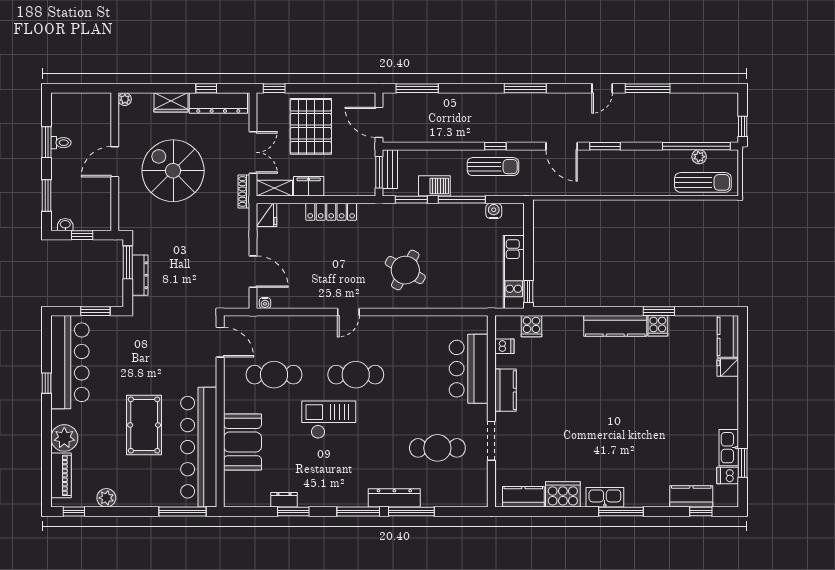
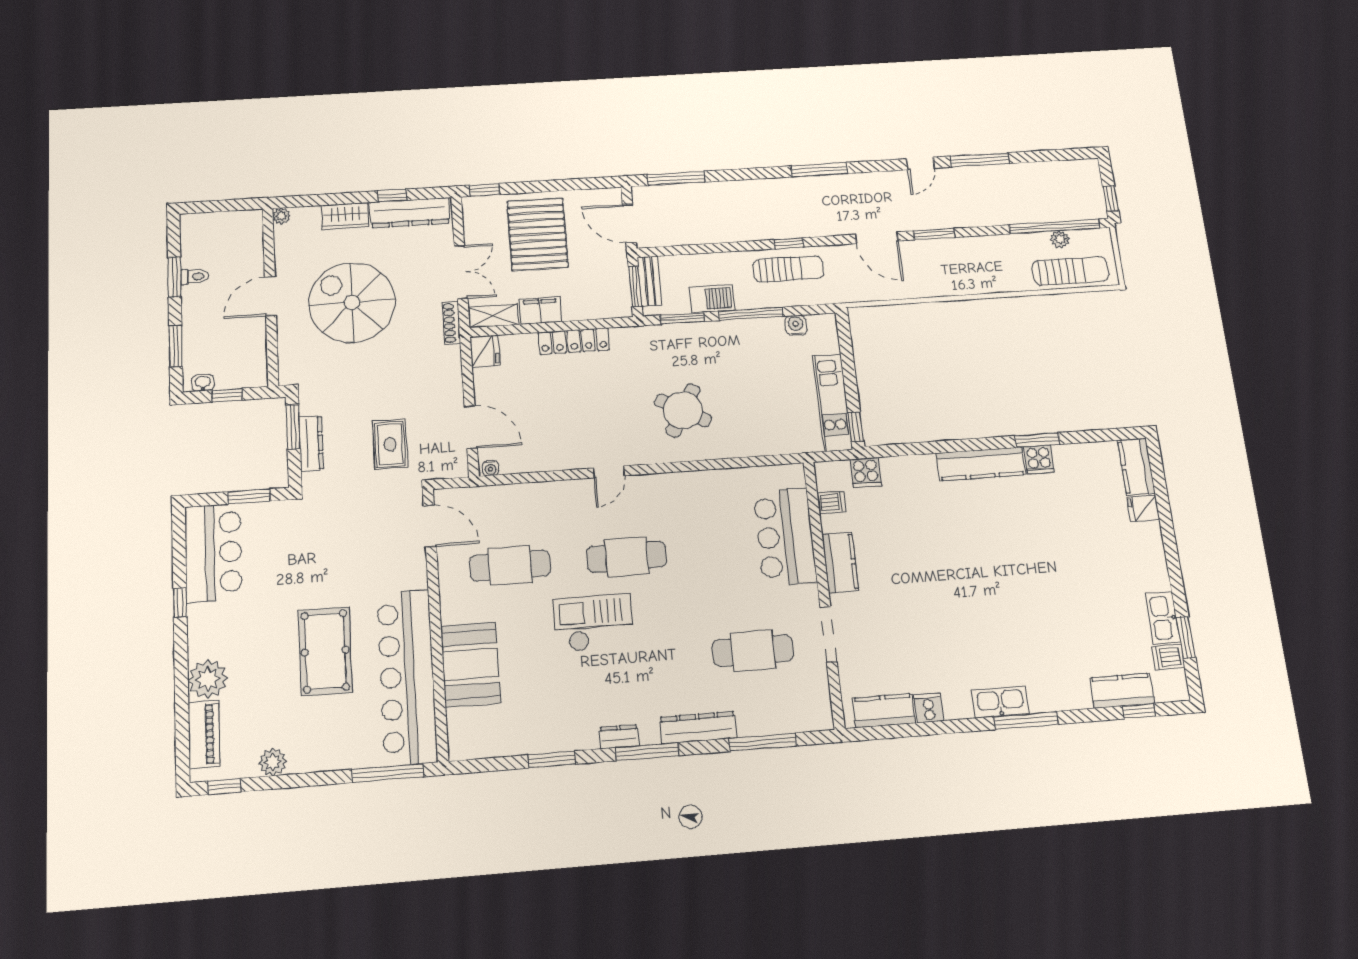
rug: (195, 280) -> (390, 444), added
bar counter: (70, 362) -> (213, 553), width x0.73
cooker: (563, 494) -> (929, 708), width x0.53, depth x0.76
dresser: (284, 500) -> (619, 737), moved
window: (411, 511) -> (763, 742), moved

